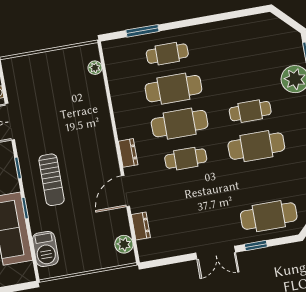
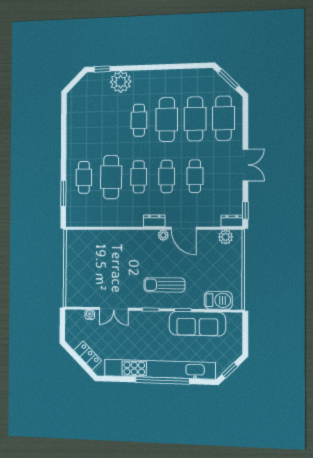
plant: (95, 68) -> (163, 235), moved
cafe table: (180, 124) -> (139, 177), width x0.73, depth x0.74
sun lounger: (52, 180) -> (164, 285), turned 180
cafe table: (263, 181) -> (195, 119), added
cafe table: (192, 194) -> (195, 176), added
dresser: (141, 226) -> (232, 221), moved
window: (256, 246) -> (245, 210), moved

